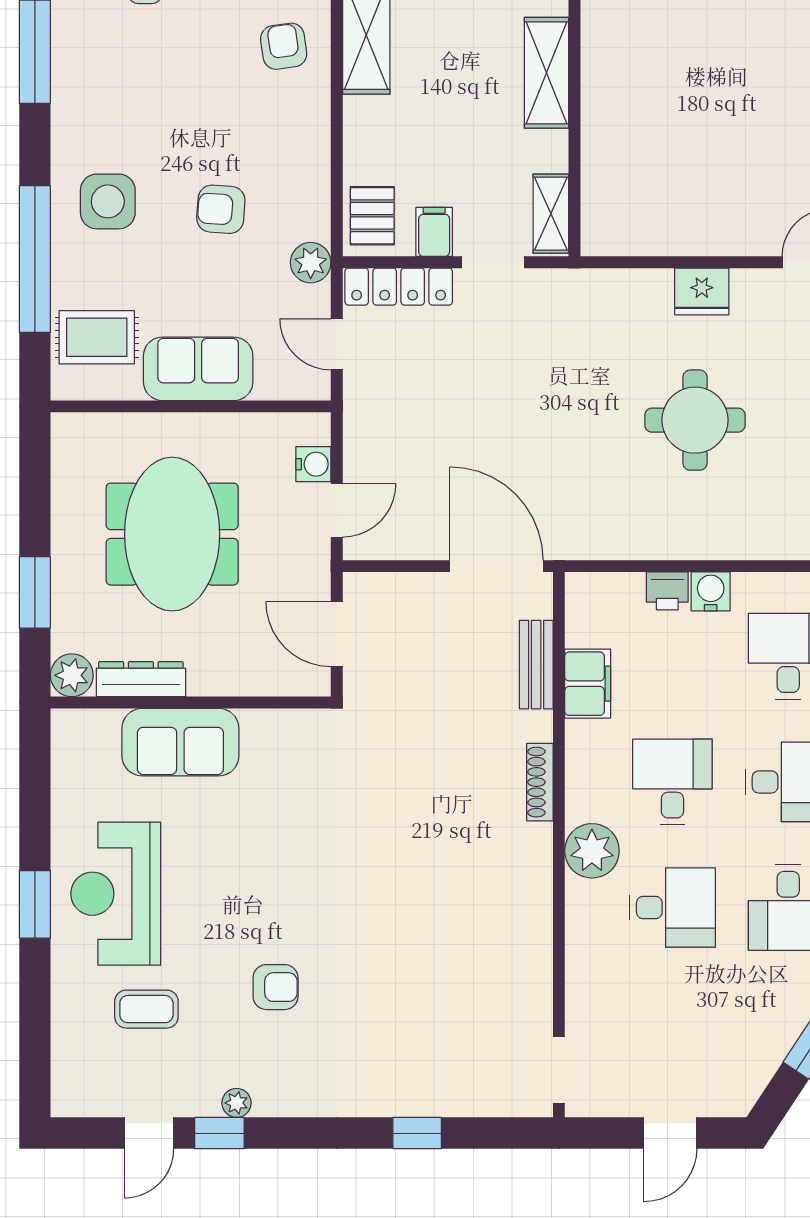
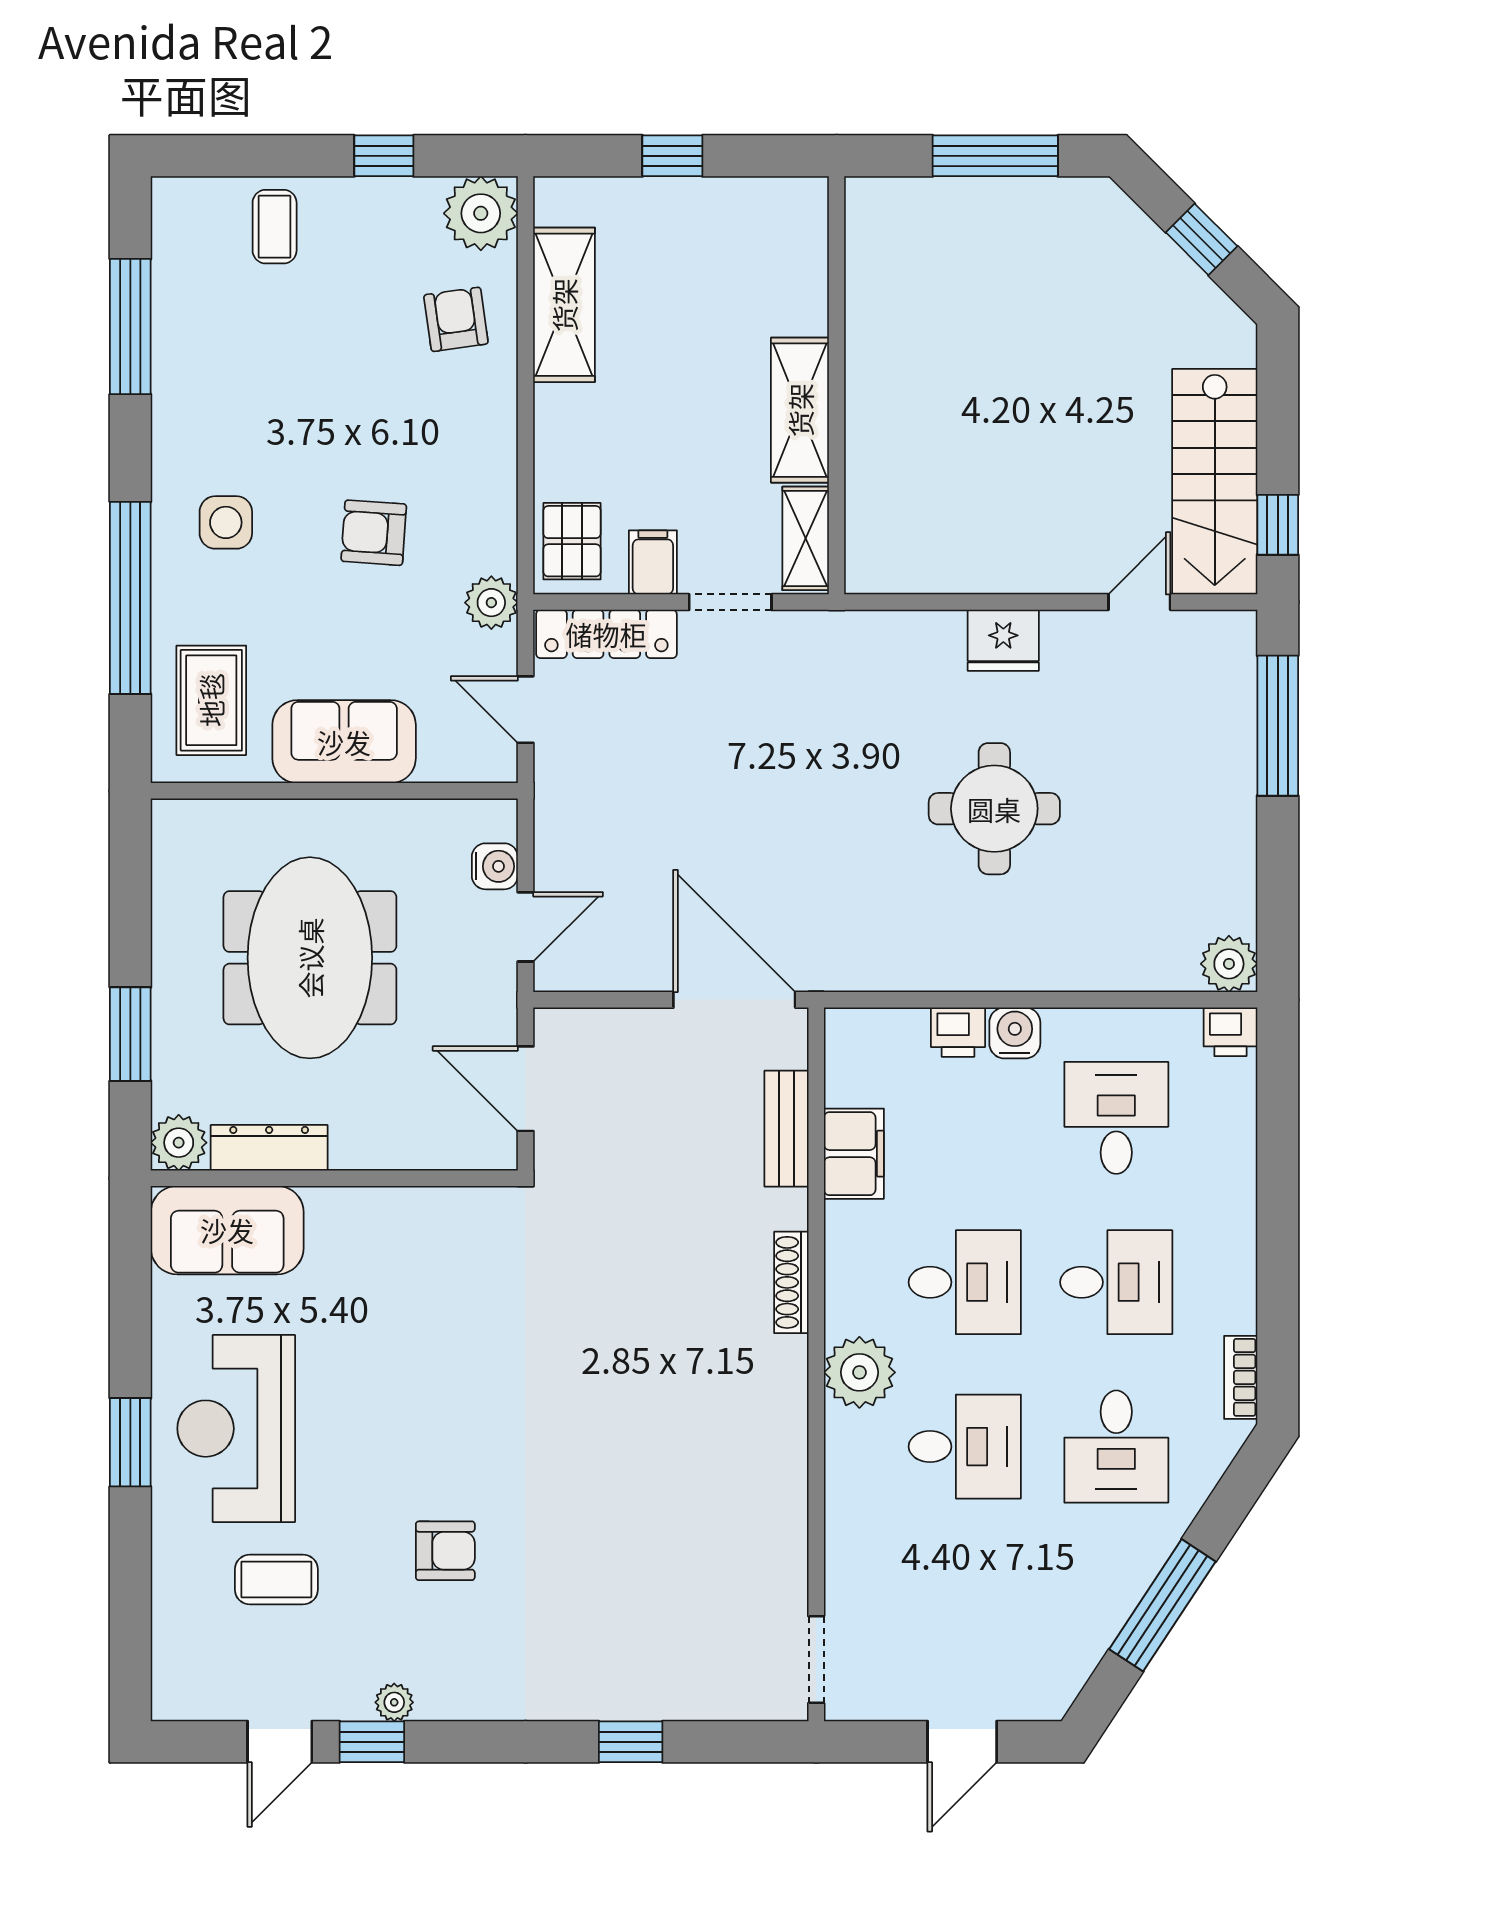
shelving: (546, 73) -> (800, 410), moved
side table: (108, 201) -> (226, 522), width x0.73, depth x0.73
rug: (97, 337) -> (211, 700), turned 90
sofa: (180, 742) -> (227, 1230), moved
desk: (672, 782) -> (965, 1282), turned 90

